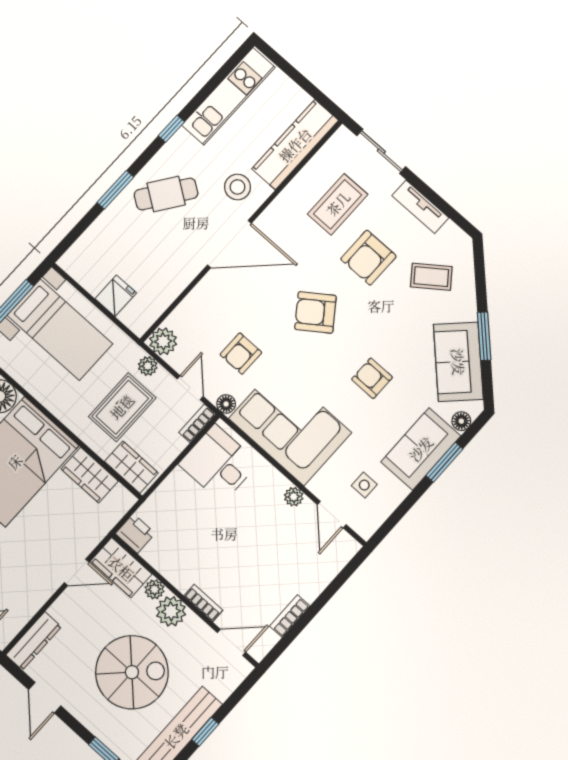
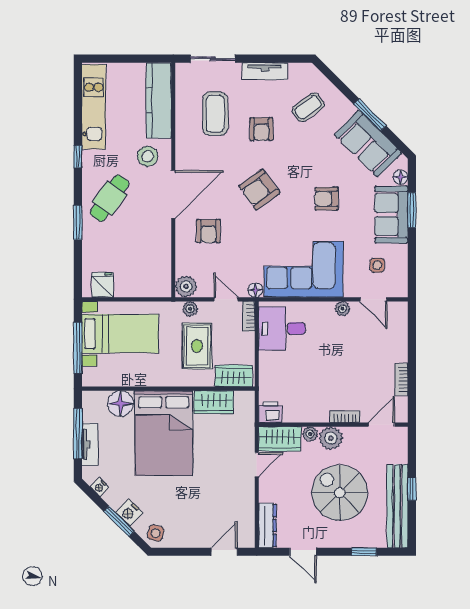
armchair: (368, 258) -> (261, 129), width x0.72, depth x0.72
fridge: (116, 296) -> (103, 285), moved
armchair: (241, 354) -> (208, 231), moved
spiral stairs: (132, 672) -> (340, 493), turned -90

